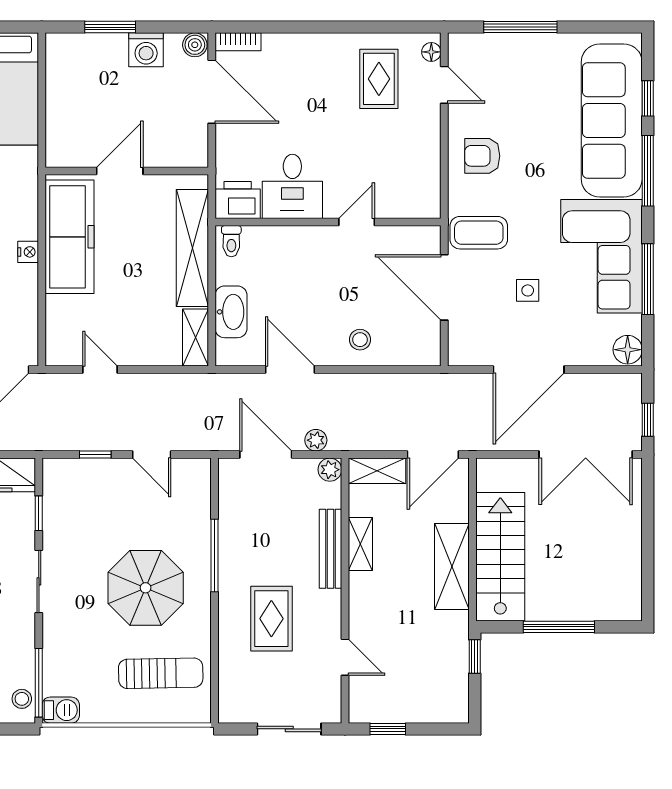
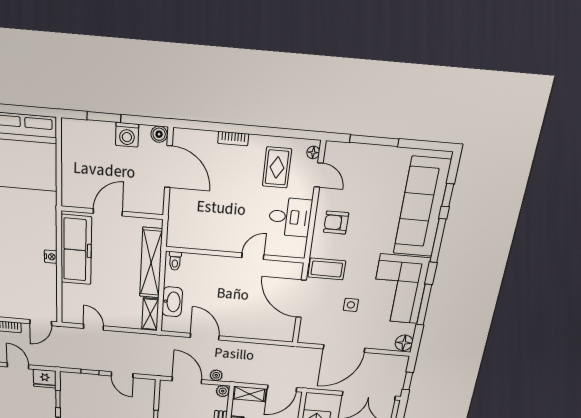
bookcase: (238, 42) -> (233, 139), moved
desk: (292, 186) -> (290, 217), moved, turned -90
printer: (238, 200) -> (180, 237), removed
stool: (360, 340) -> (247, 324), removed

